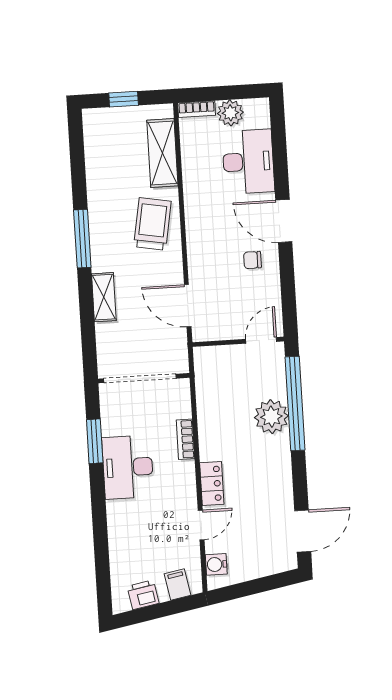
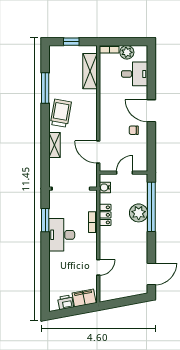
desk: (248, 162) -> (135, 74), width x0.73
trolley: (152, 224) -> (61, 113), moved
window: (82, 239) -> (45, 88), moved
door: (261, 340) -> (125, 173), moved
locker: (212, 484) -> (105, 215), moved
water cooler: (216, 564) -> (105, 187), moved
filing cabinet: (178, 585) -> (84, 298), width x2.00

